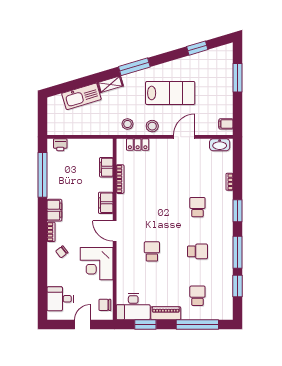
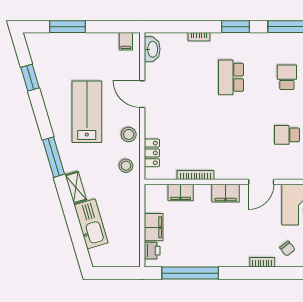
school desk: (197, 207) -> (231, 77), width x1.85
filing cabinet: (54, 210) -> (154, 227), moved, turned 90

